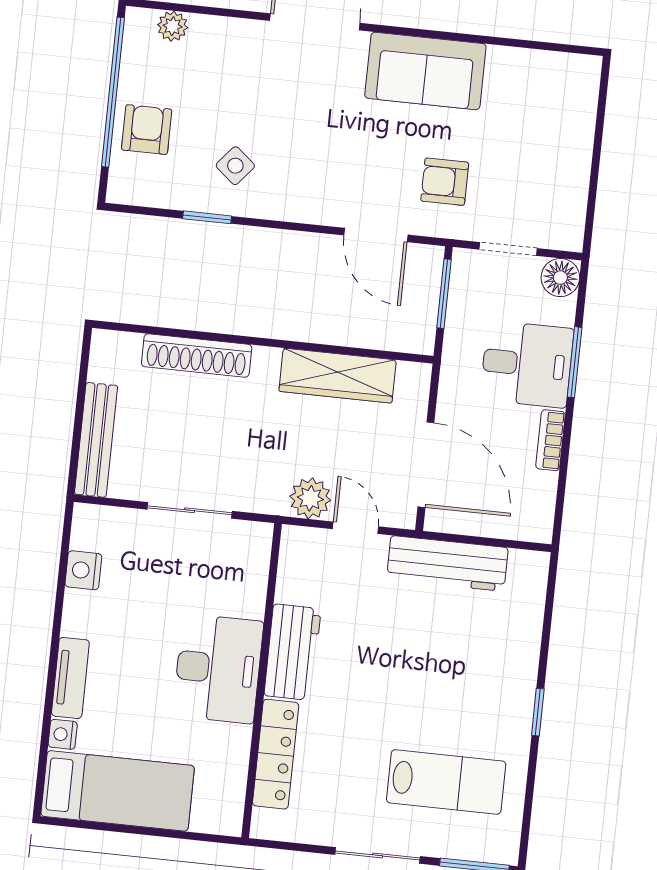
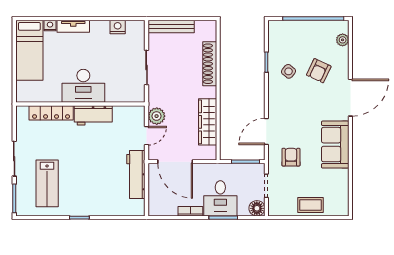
armchair: (147, 130) -> (319, 71), moved, turned 115
coffee table: (566, 146) -> (310, 205), added
door: (426, 465) -> (175, 162), hinge flipped

